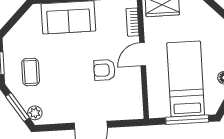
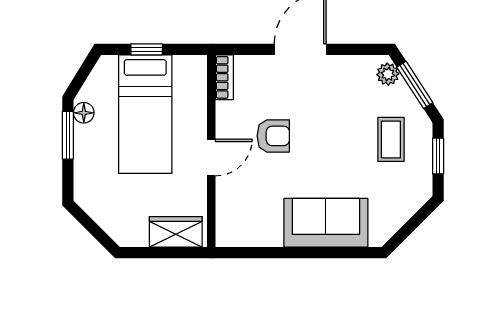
bookcase: (133, 22) -> (224, 77), moved
window: (187, 120) -> (147, 49), width x0.46

